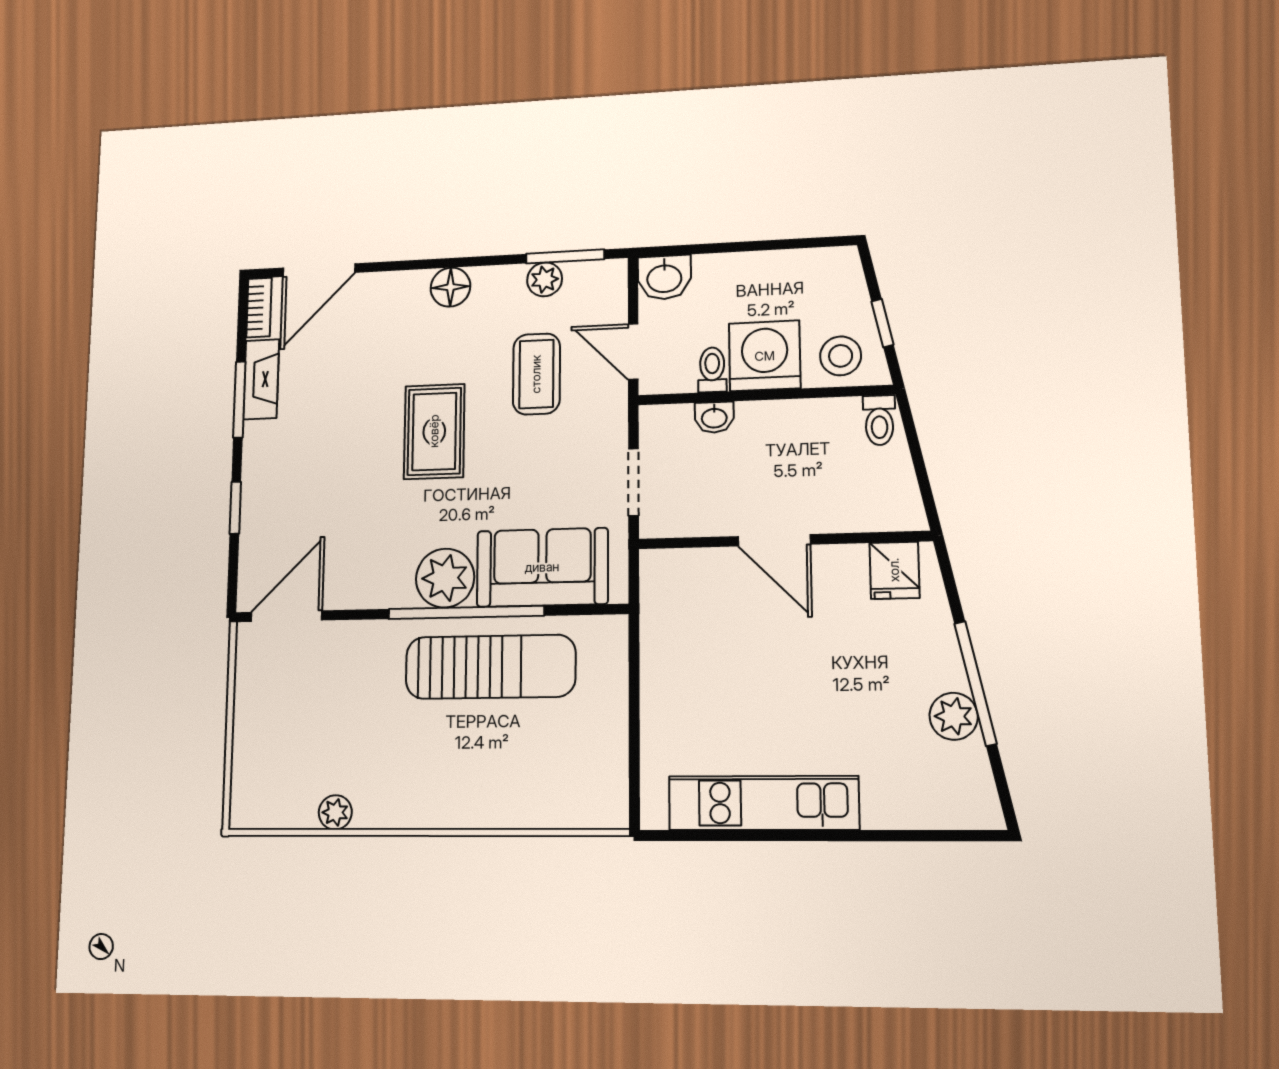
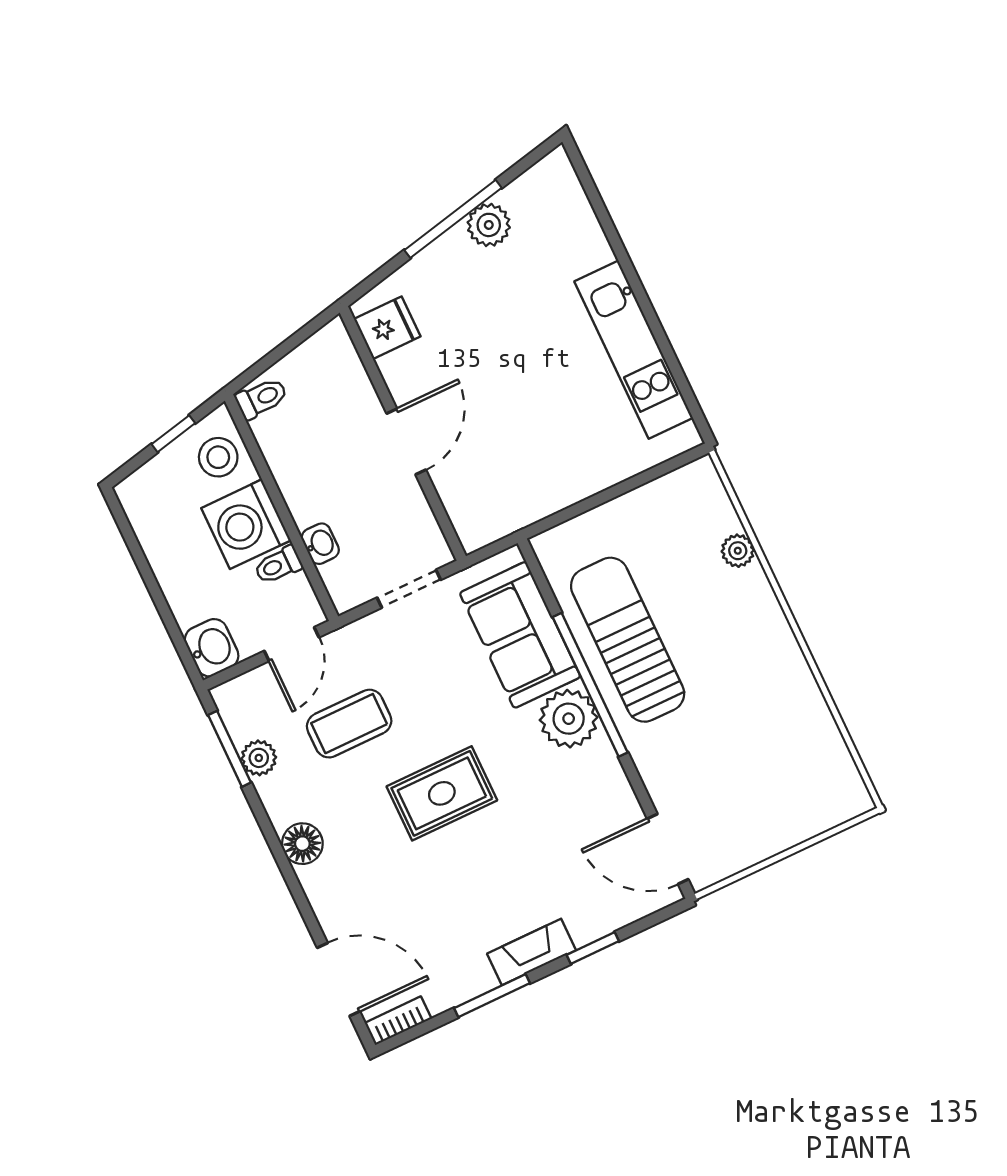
fireplace: (261, 379) -> (532, 952), moved
plant: (335, 812) -> (738, 551), moved

